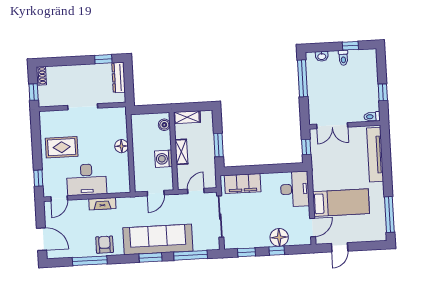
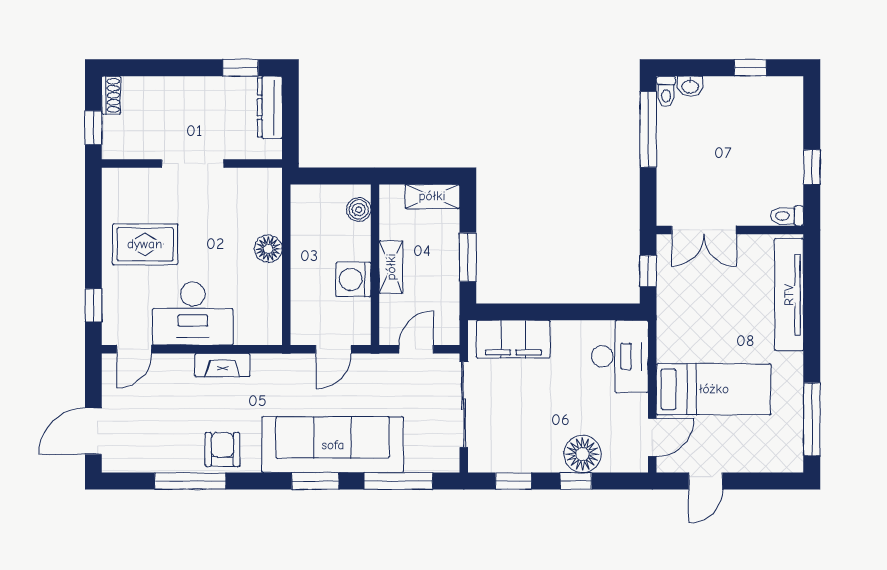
toilet: (343, 58) -> (666, 92), moved
shelving: (187, 117) -> (432, 196), moved
door: (42, 239) -> (93, 431), swing flipped

